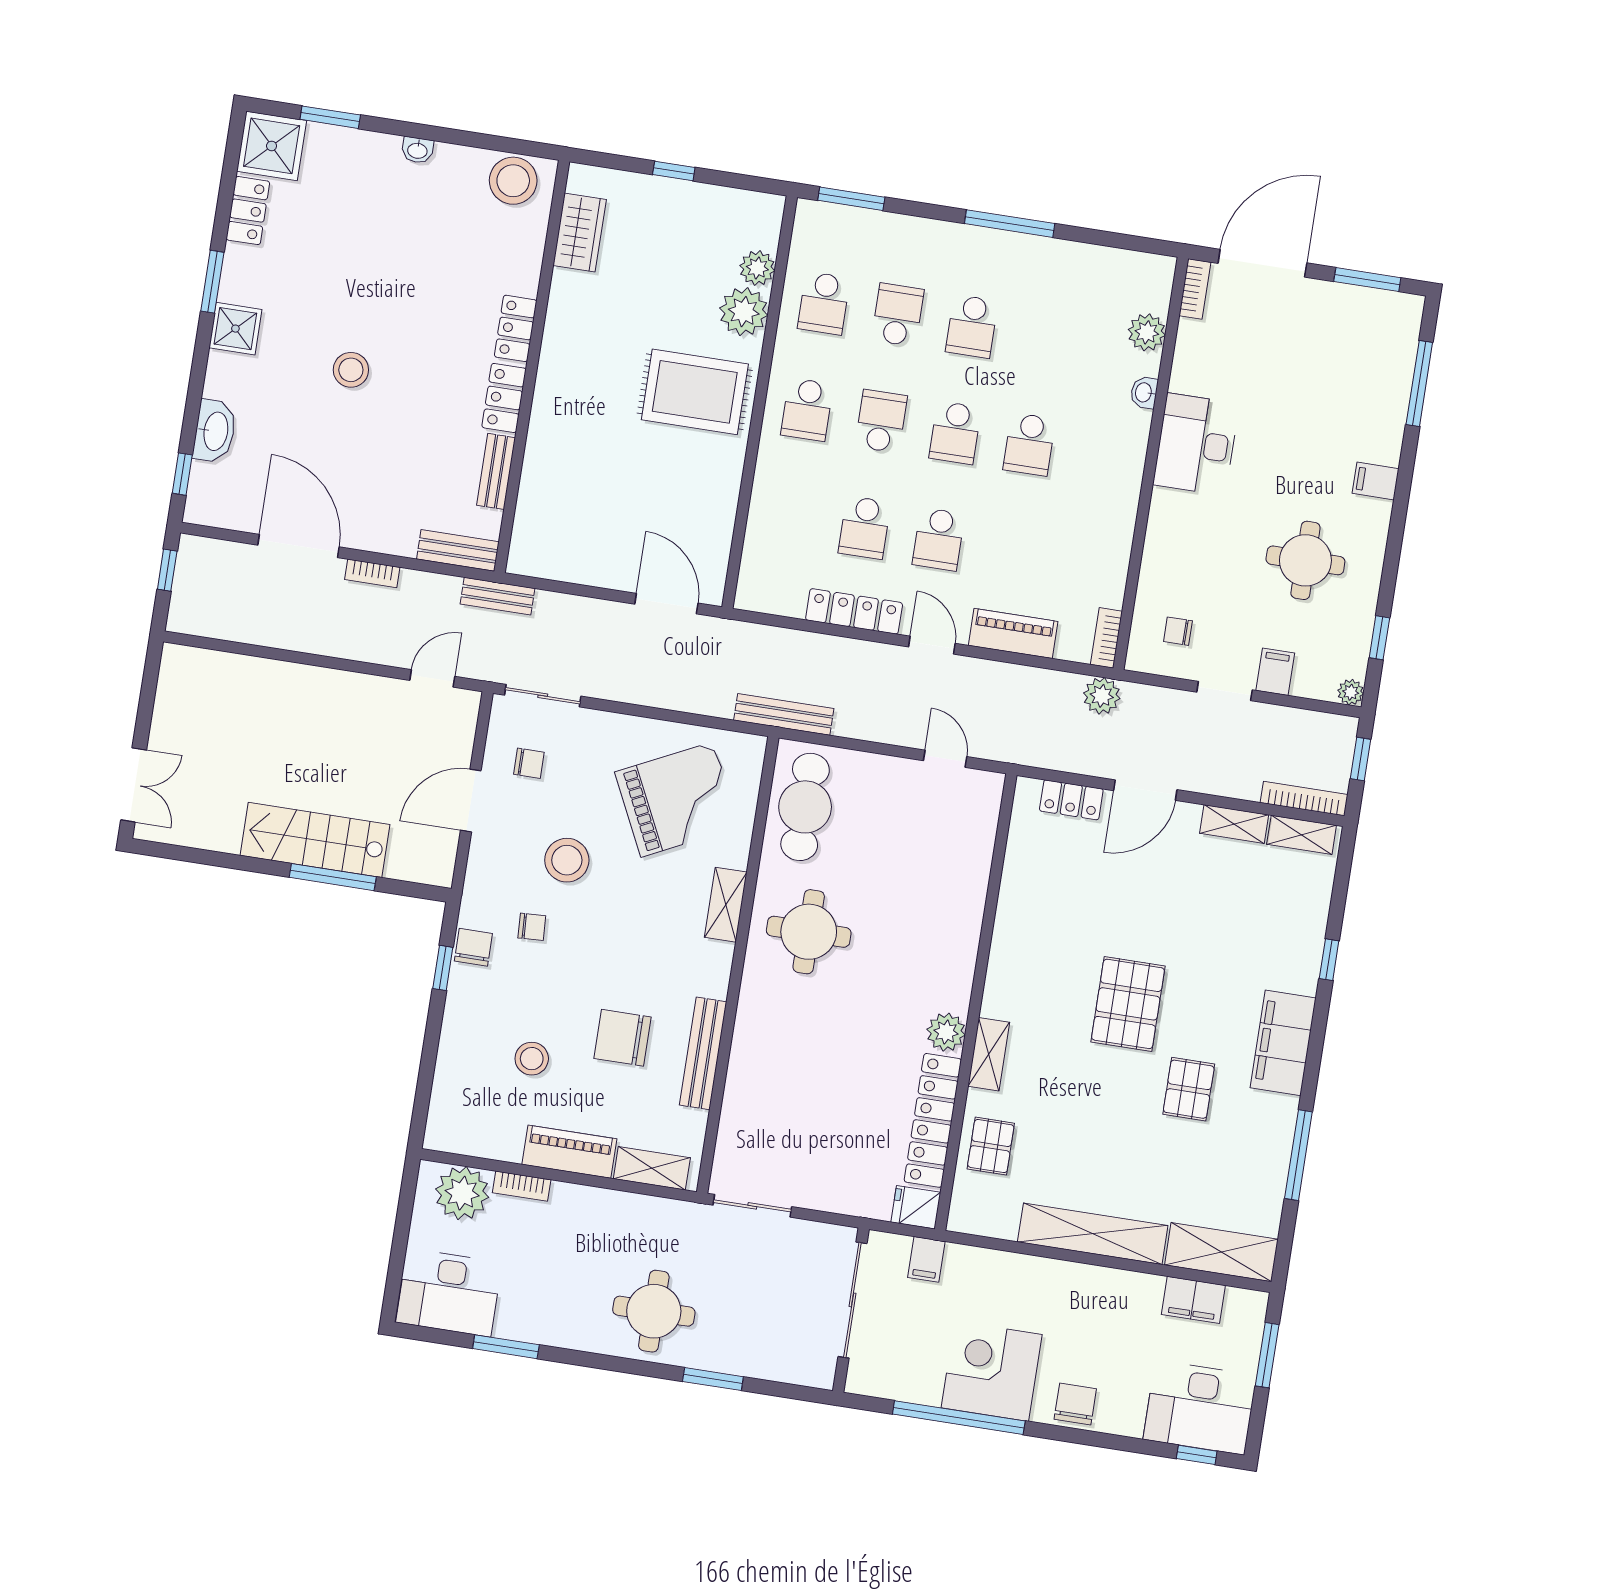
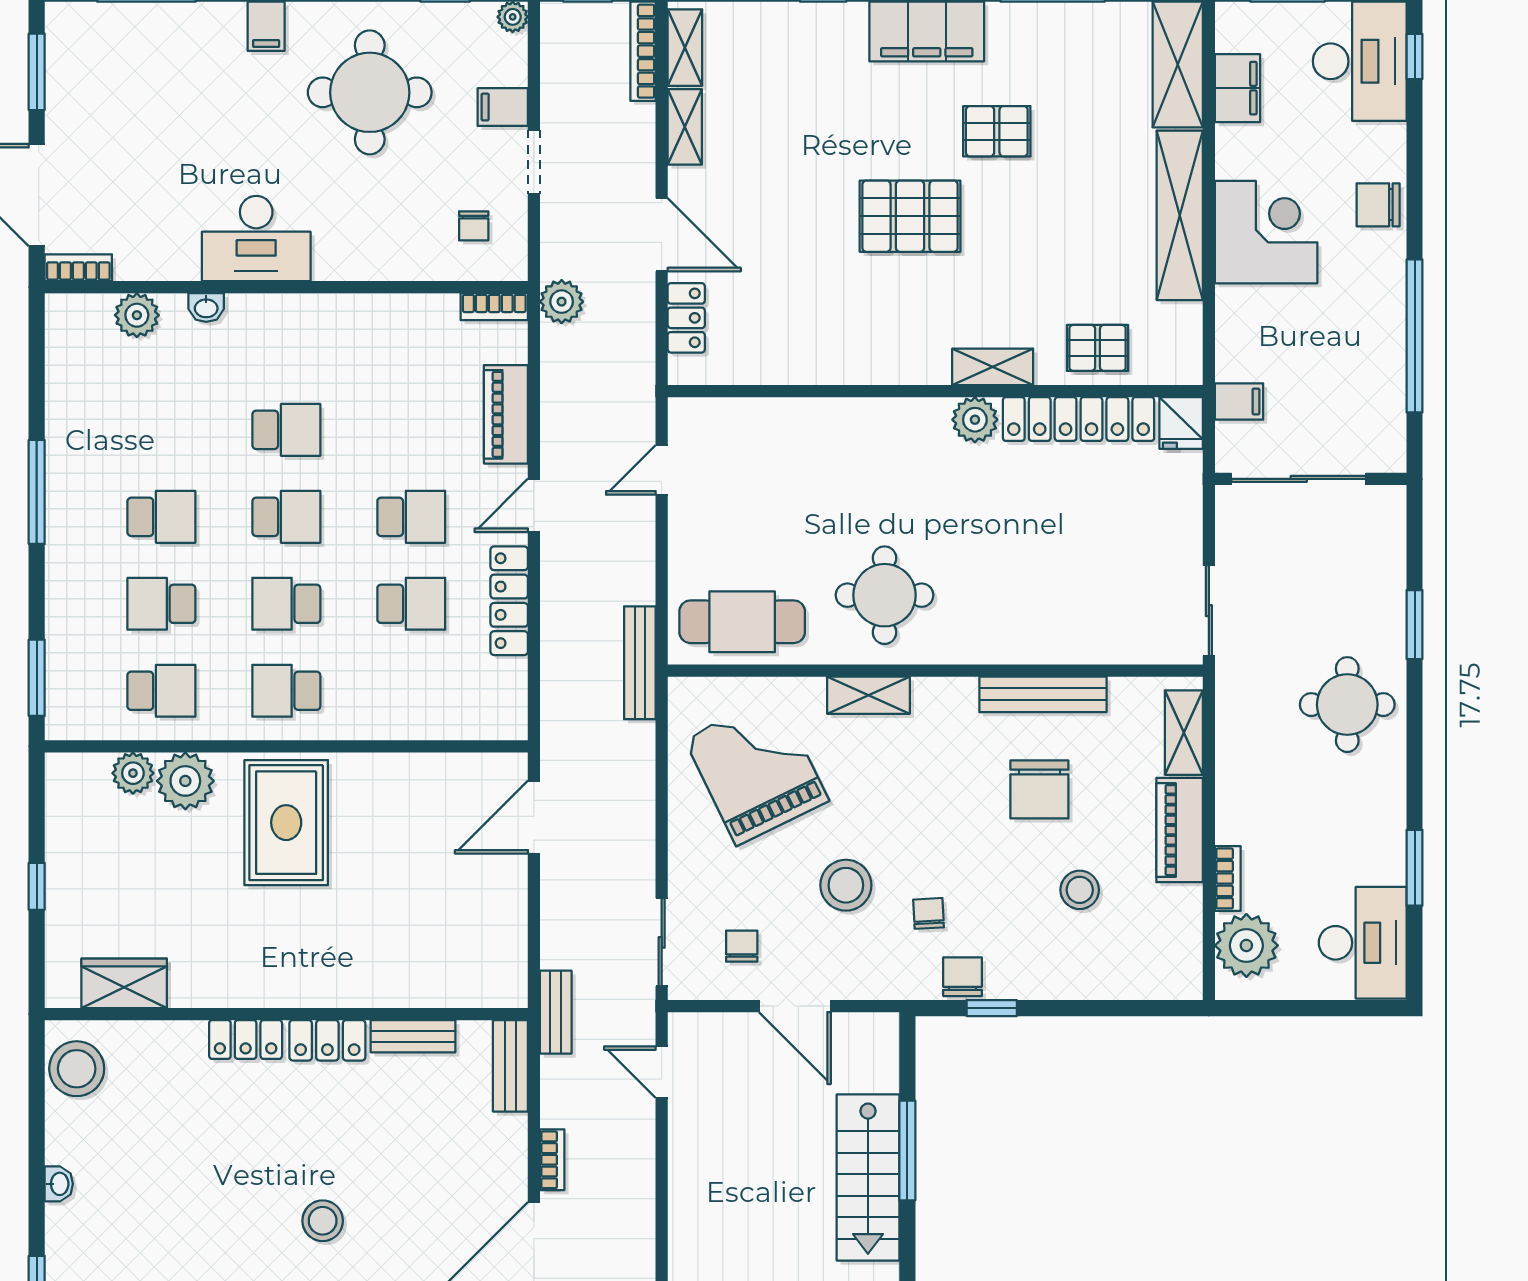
school desk: (807, 410) -> (286, 691), turned 180
round table: (1305, 560) -> (370, 92), width x1.36, depth x1.36
chair: (473, 947) -> (962, 977), turned 90
corner desk: (992, 1371) -> (1266, 232), moved, turned 180

